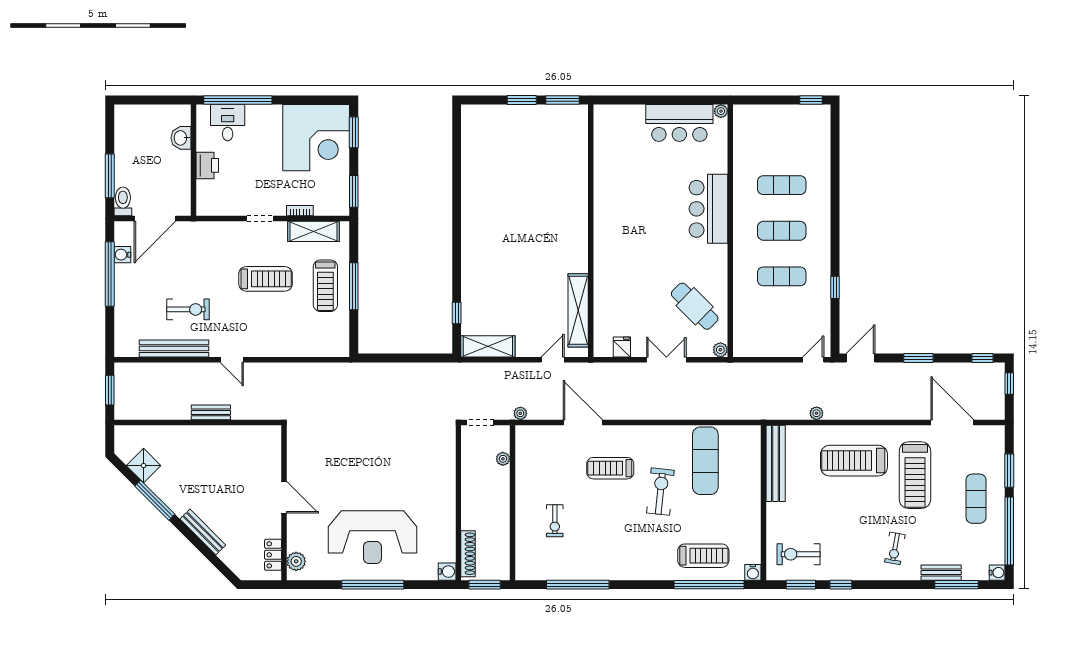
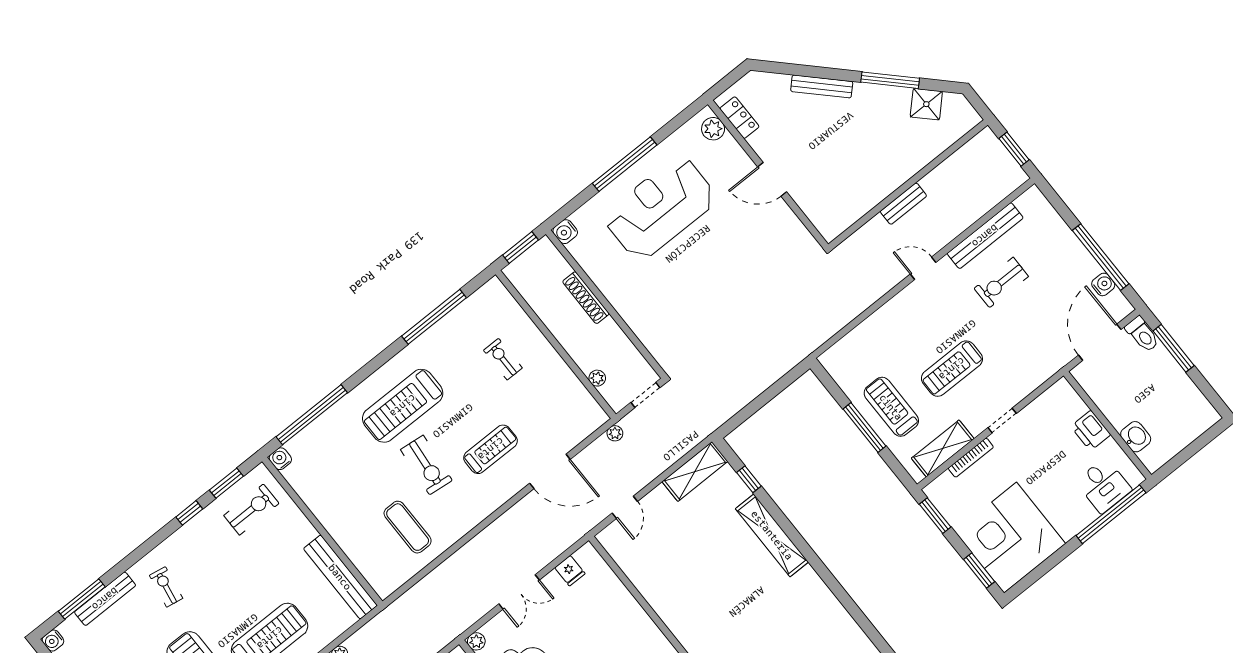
bookcase: (300, 211) -> (971, 458), width x1.56
shelving: (578, 310) -> (772, 535), moved
exercise mat: (705, 461) -> (408, 527), width x0.73, depth x0.69
shoe rack: (468, 554) -> (586, 298), moved
treadmill: (703, 556) -> (403, 406), moved, width x1.37, depth x1.38
bench: (941, 573) -> (105, 599), width x1.36

